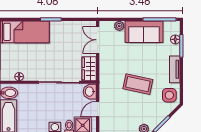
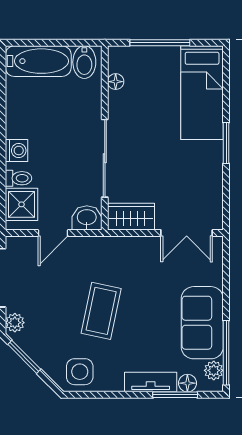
plant: (119, 26) -> (214, 370), moved
double door: (98, 40) -> (187, 233), swing flipped
tv unit: (175, 69) -> (151, 382), moved
door: (98, 109) -> (53, 233), swing flipped

